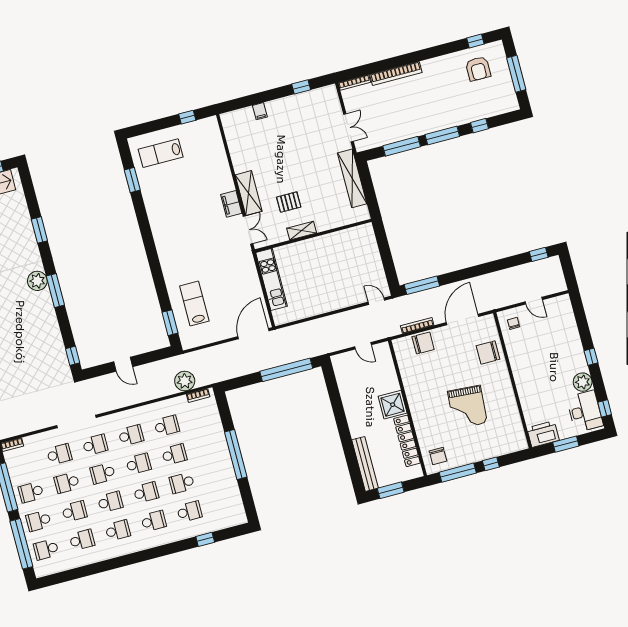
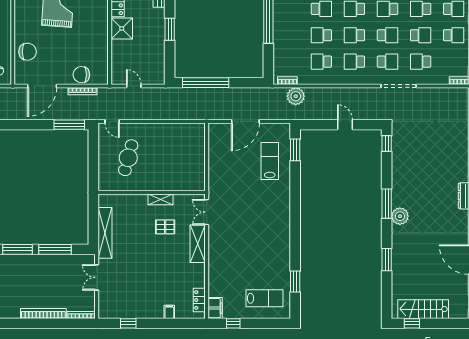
locker: (231, 133) -> (199, 300), added
filing cabinet: (231, 204) -> (215, 308), moved
cafe table: (349, 266) -> (128, 158), added
kitchen unit: (272, 279) -> (198, 164), removed
lab bench: (194, 303) -> (270, 161), turned 180
door: (253, 334) -> (245, 121), moved
window: (340, 418) -> (170, 29), added
school desk: (95, 445) -> (388, 62), turned 180

